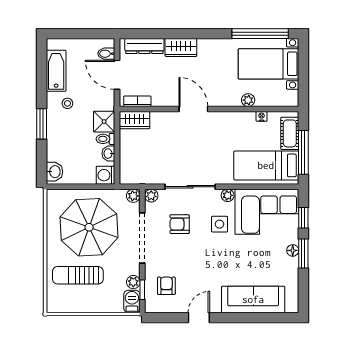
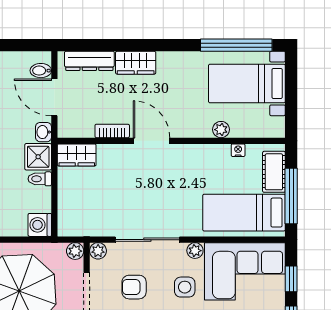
bookcase: (137, 101) -> (112, 131), moved
washbasin: (108, 154) -> (44, 132), moved

